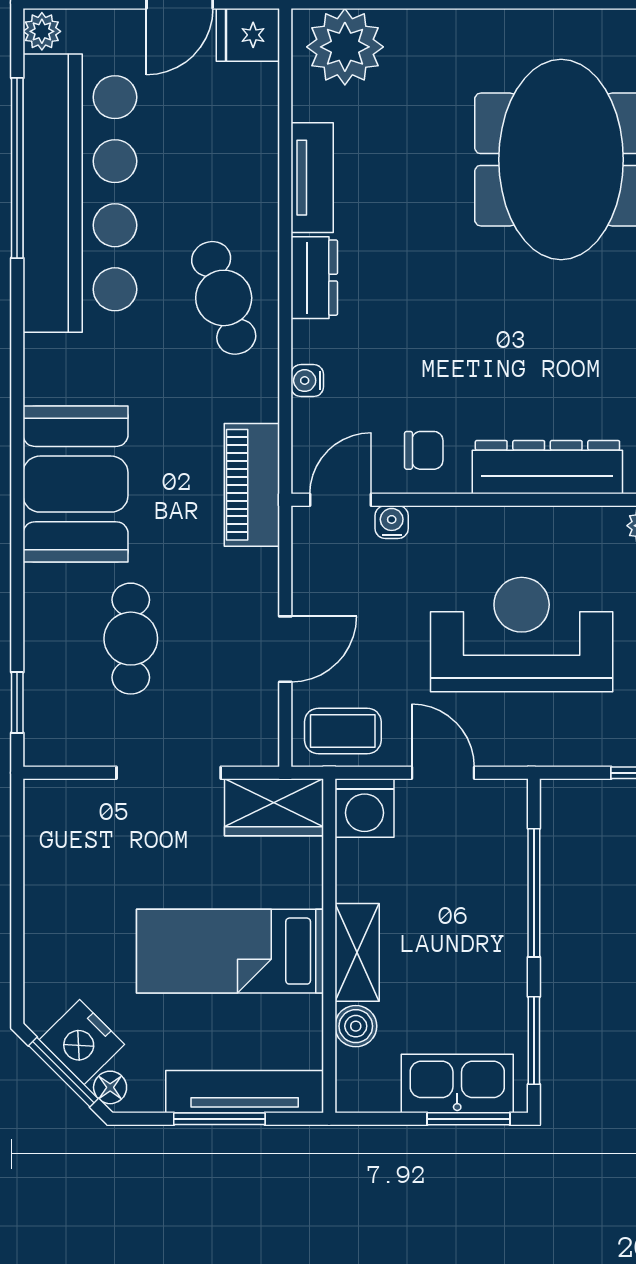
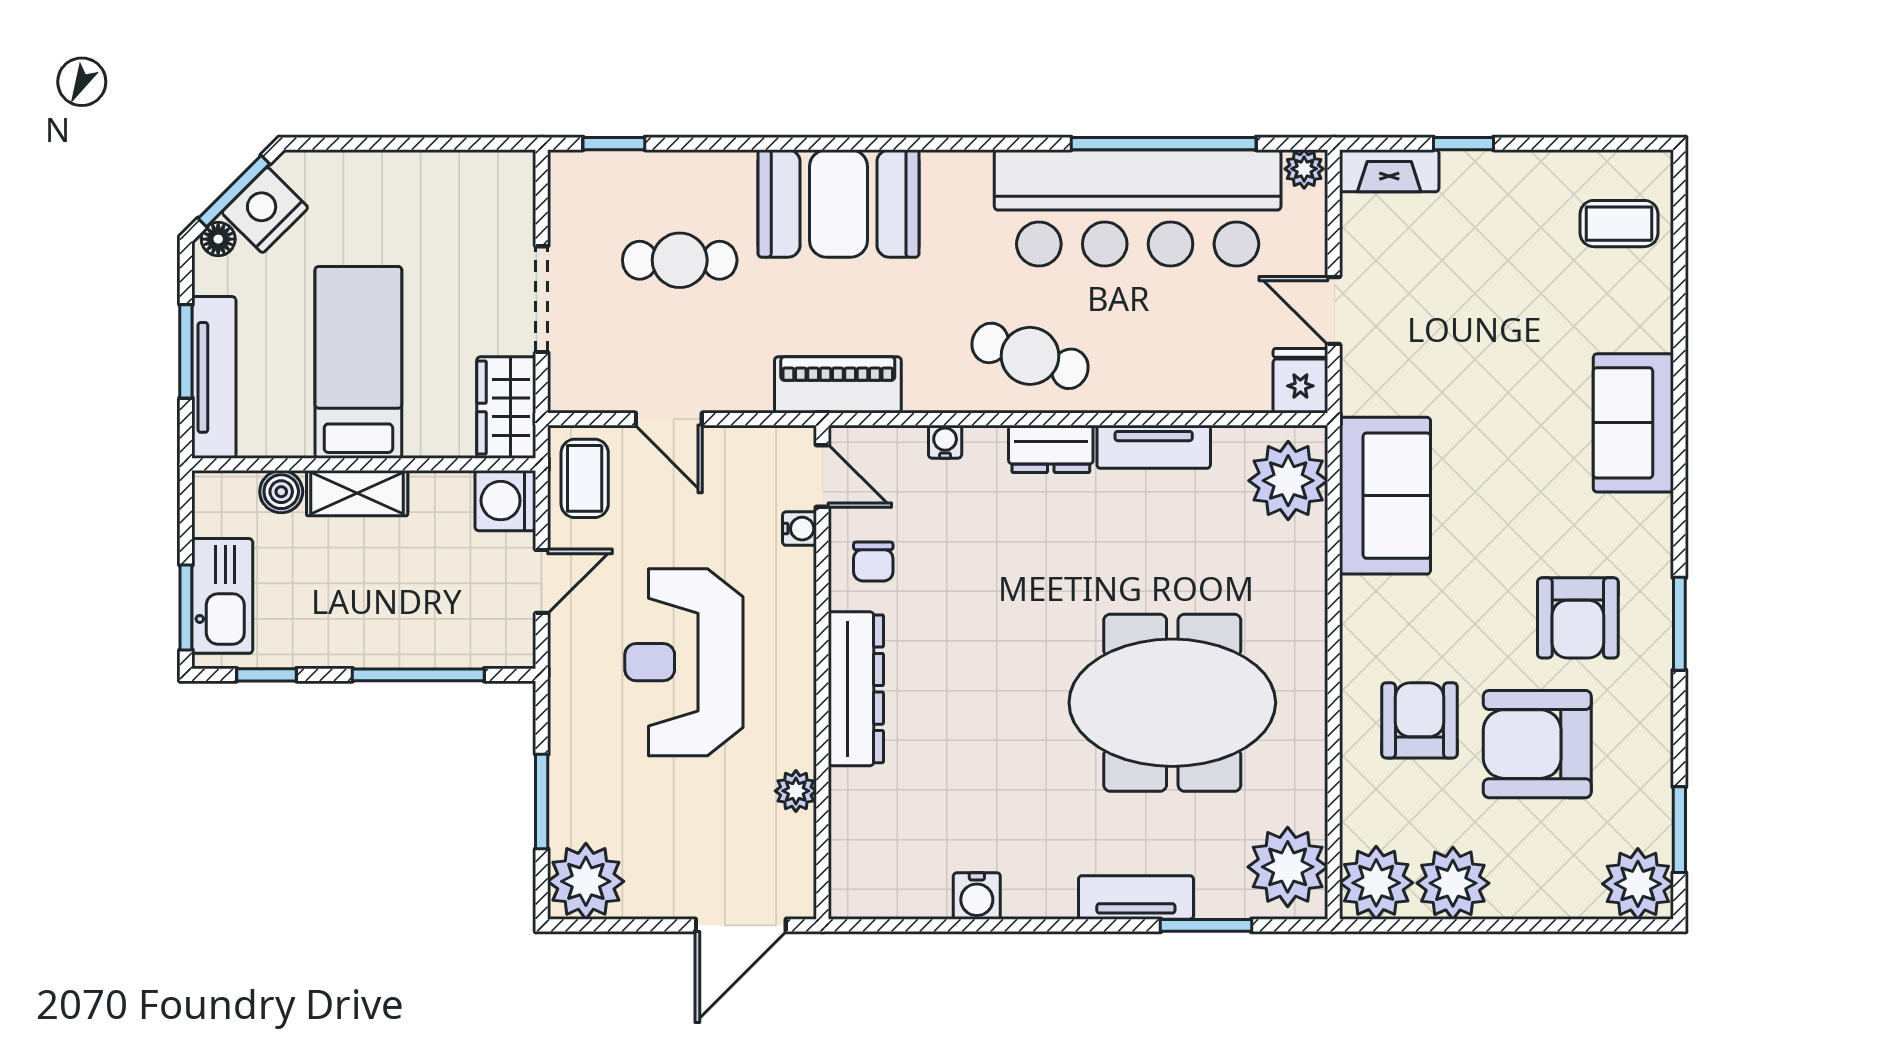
cafe table: (224, 298) -> (1030, 356), turned 36
reception desk: (522, 635) -> (684, 662), turned 180
window: (534, 1040) -> (266, 675), width x0.67

